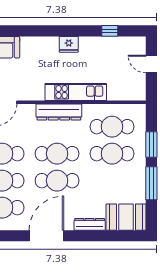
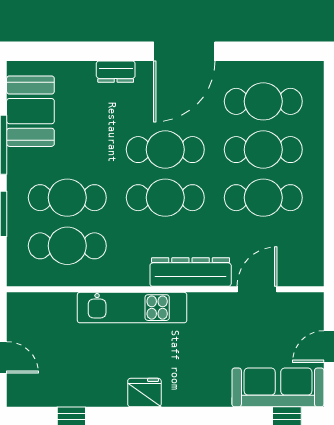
dresser: (59, 112) -> (191, 272), moved
booth: (126, 217) -> (30, 111), moved, turned 90
dresser: (90, 224) -> (116, 72), width x0.70

